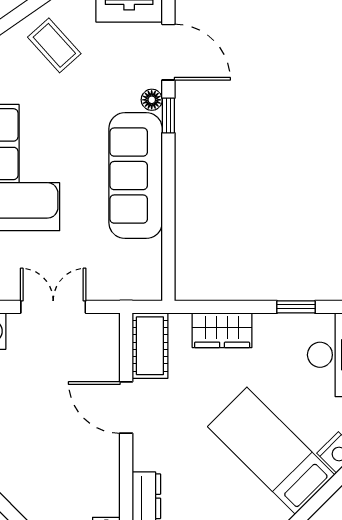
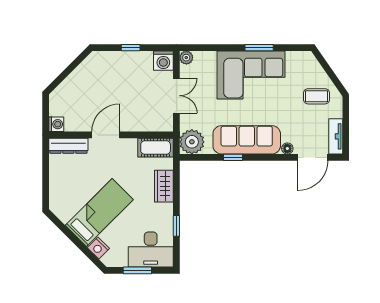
coffee table: (54, 45) -> (316, 96), turned 42
window: (168, 115) -> (233, 157), moved
plant: (139, 278) -> (192, 142), added
door: (126, 408) -> (106, 135), moved

